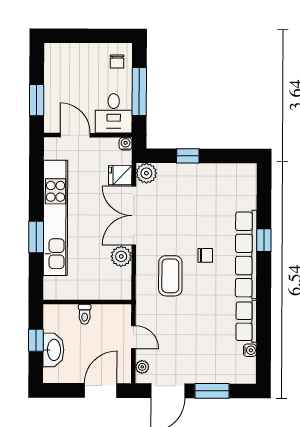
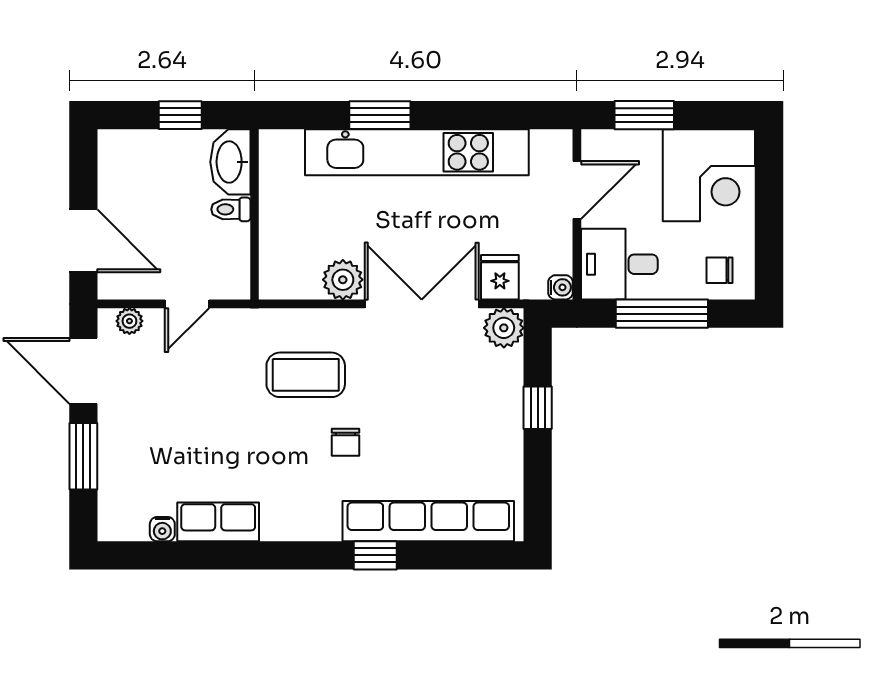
corner desk: (68, 67) -> (709, 175), added
row of seats: (246, 254) -> (428, 521), moved
washbasin: (53, 350) -> (230, 162), moved, turned 90

